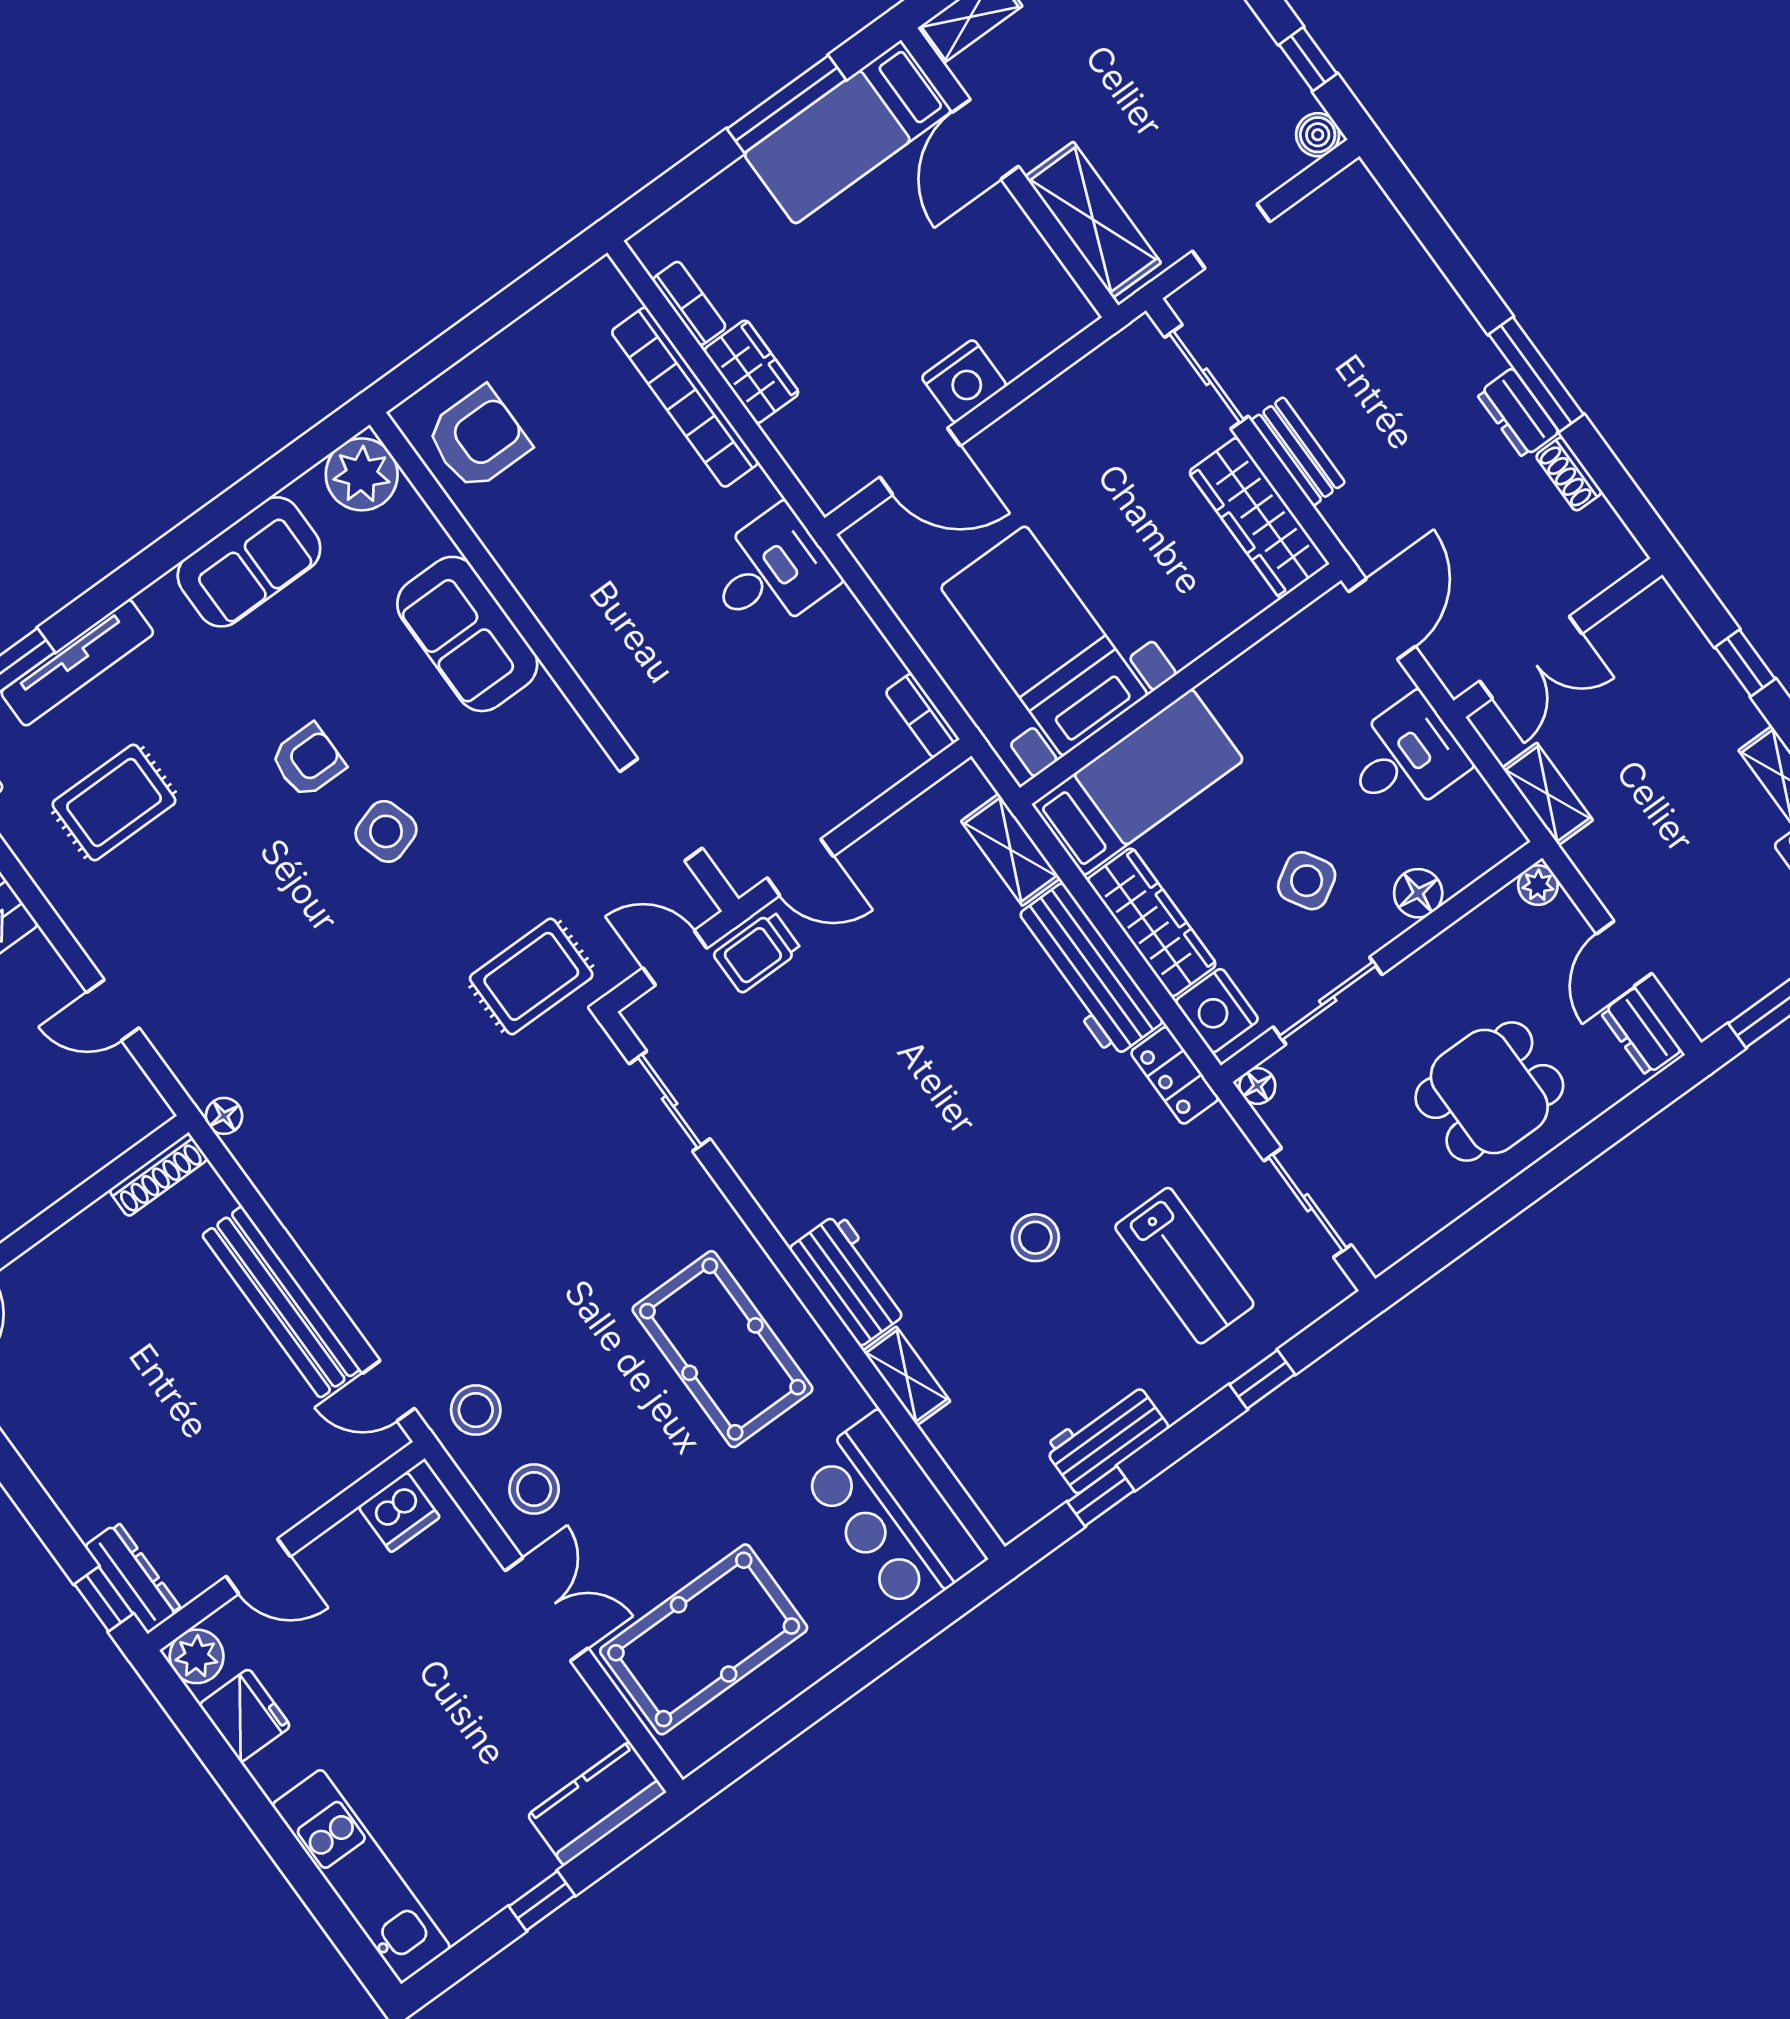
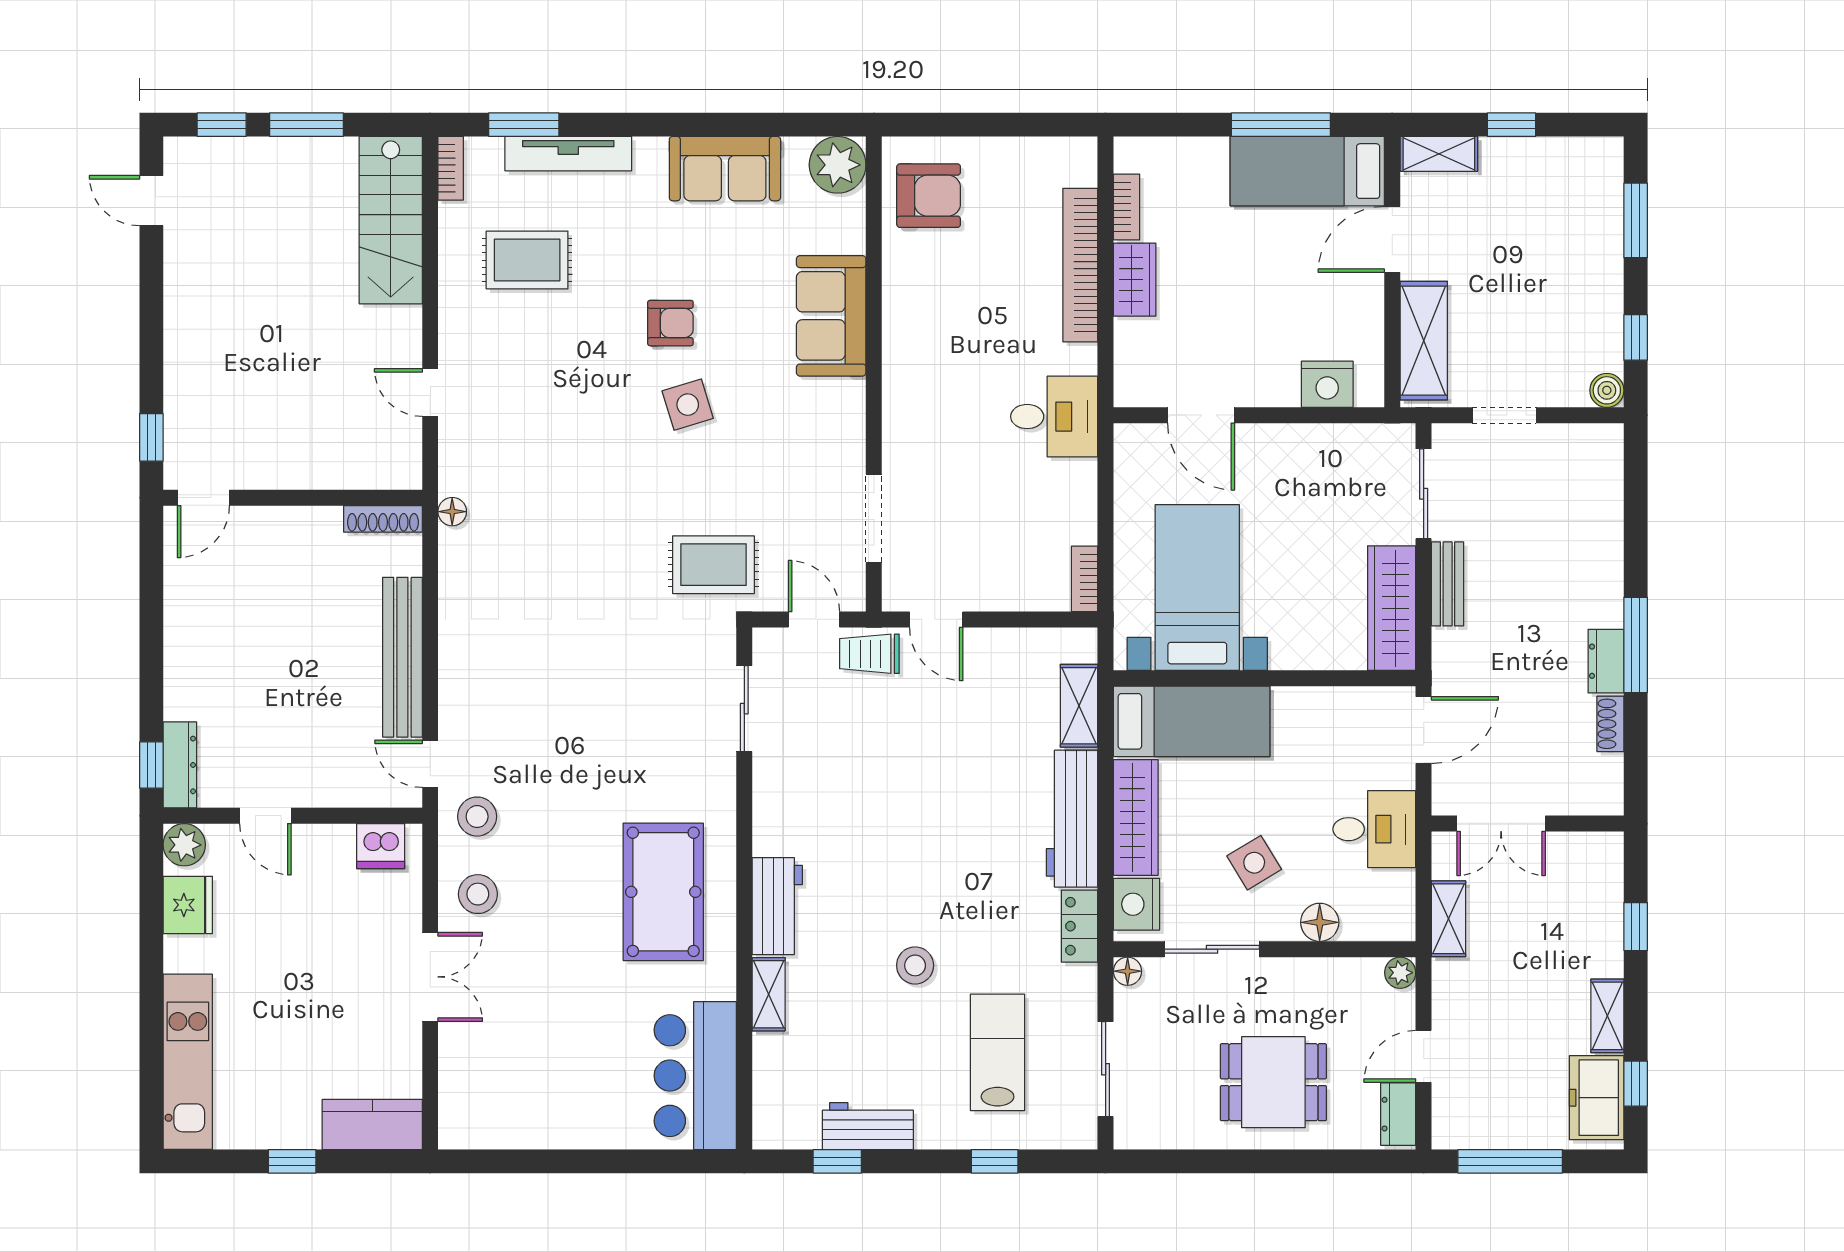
nightstand: (964, 381) -> (1327, 384), moved
lab bench: (1184, 1266) -> (998, 1052), turned 180
pool table: (704, 1639) -> (517, 1069), removed

